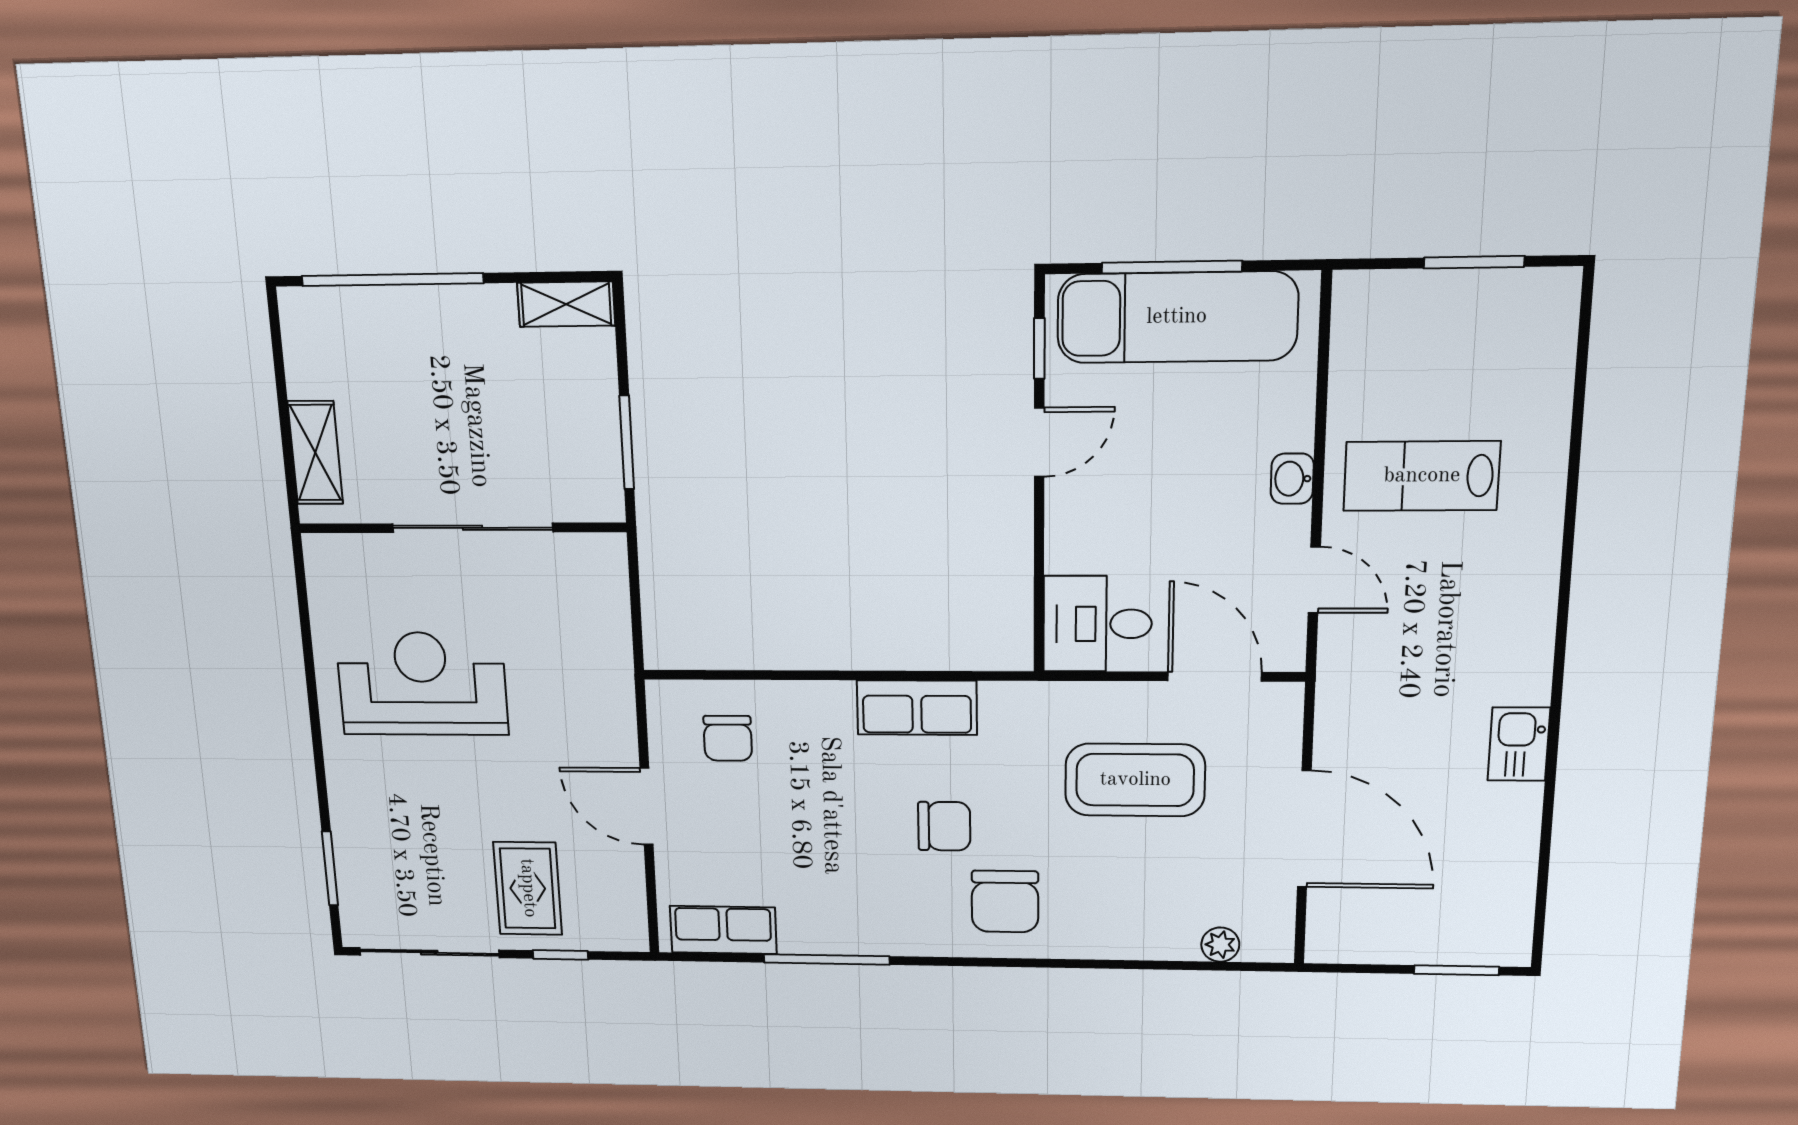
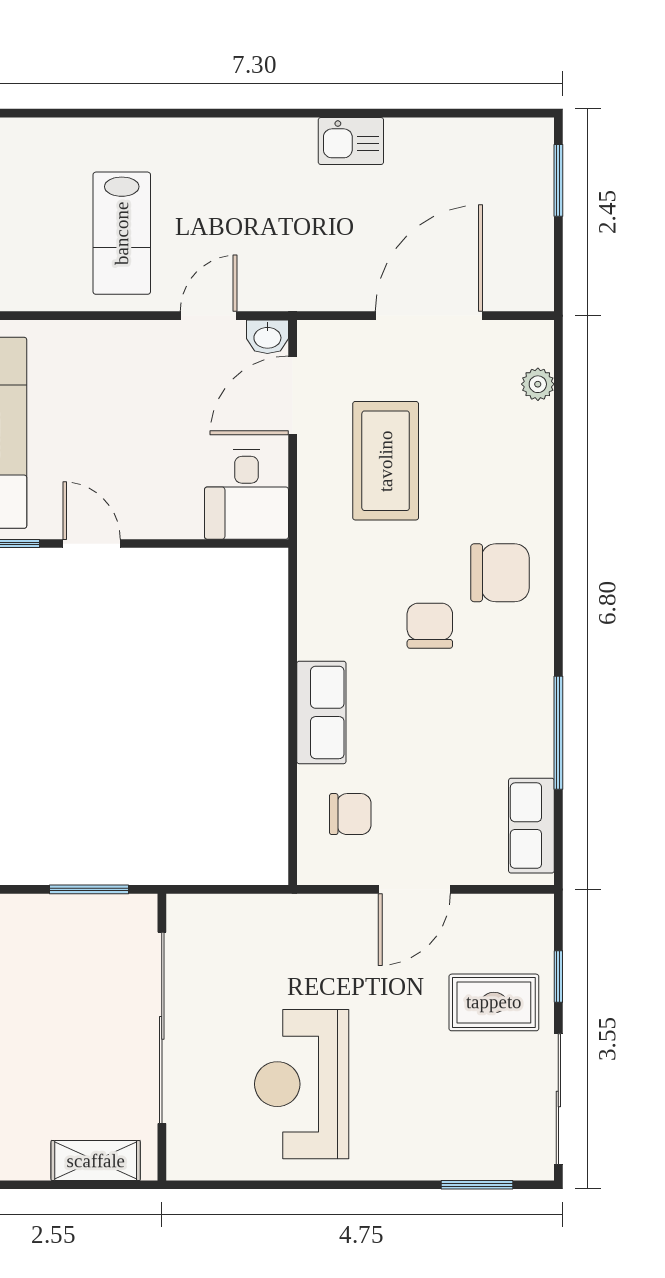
washbasin: (1292, 479) -> (267, 337), moved
sliding door: (472, 528) -> (162, 1028), width x1.36
row of seats: (917, 708) -> (321, 712), moved

